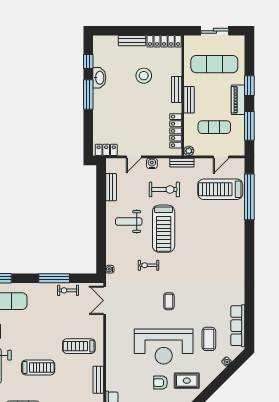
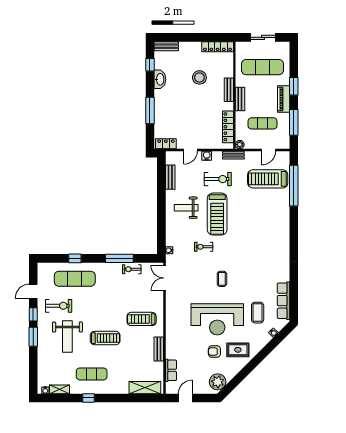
bench: (132, 41) -> (166, 46), moved
window: (88, 95) -> (150, 111), moved

